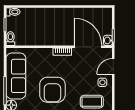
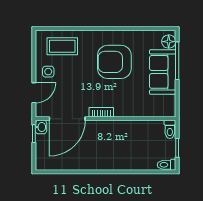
door: (88, 47) -> (67, 119), hinge flipped
sofa: (16, 76) -> (163, 72), width x0.73
armchair: (52, 90) -> (114, 62), turned -90

